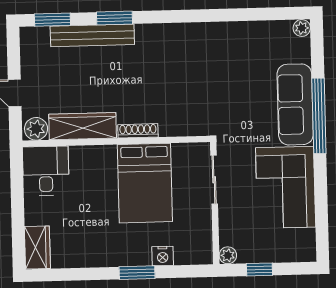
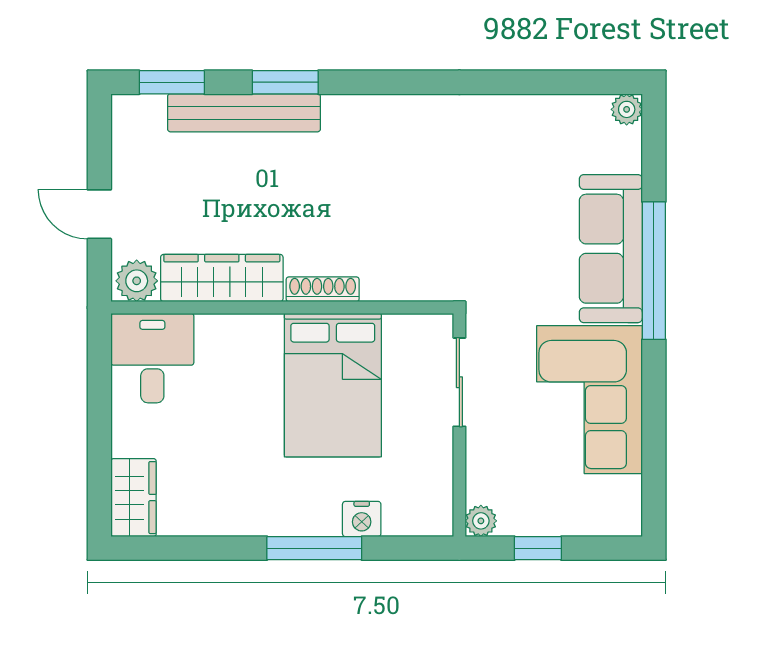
window: (137, 273) -> (314, 548), width x1.44

